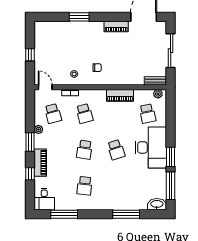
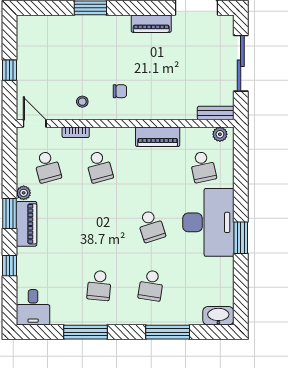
school desk: (84, 150) -> (151, 285), moved
piano: (40, 163) -> (27, 224), moved
window: (171, 186) -> (241, 285), removed
window: (64, 214) -> (85, 332), moved

